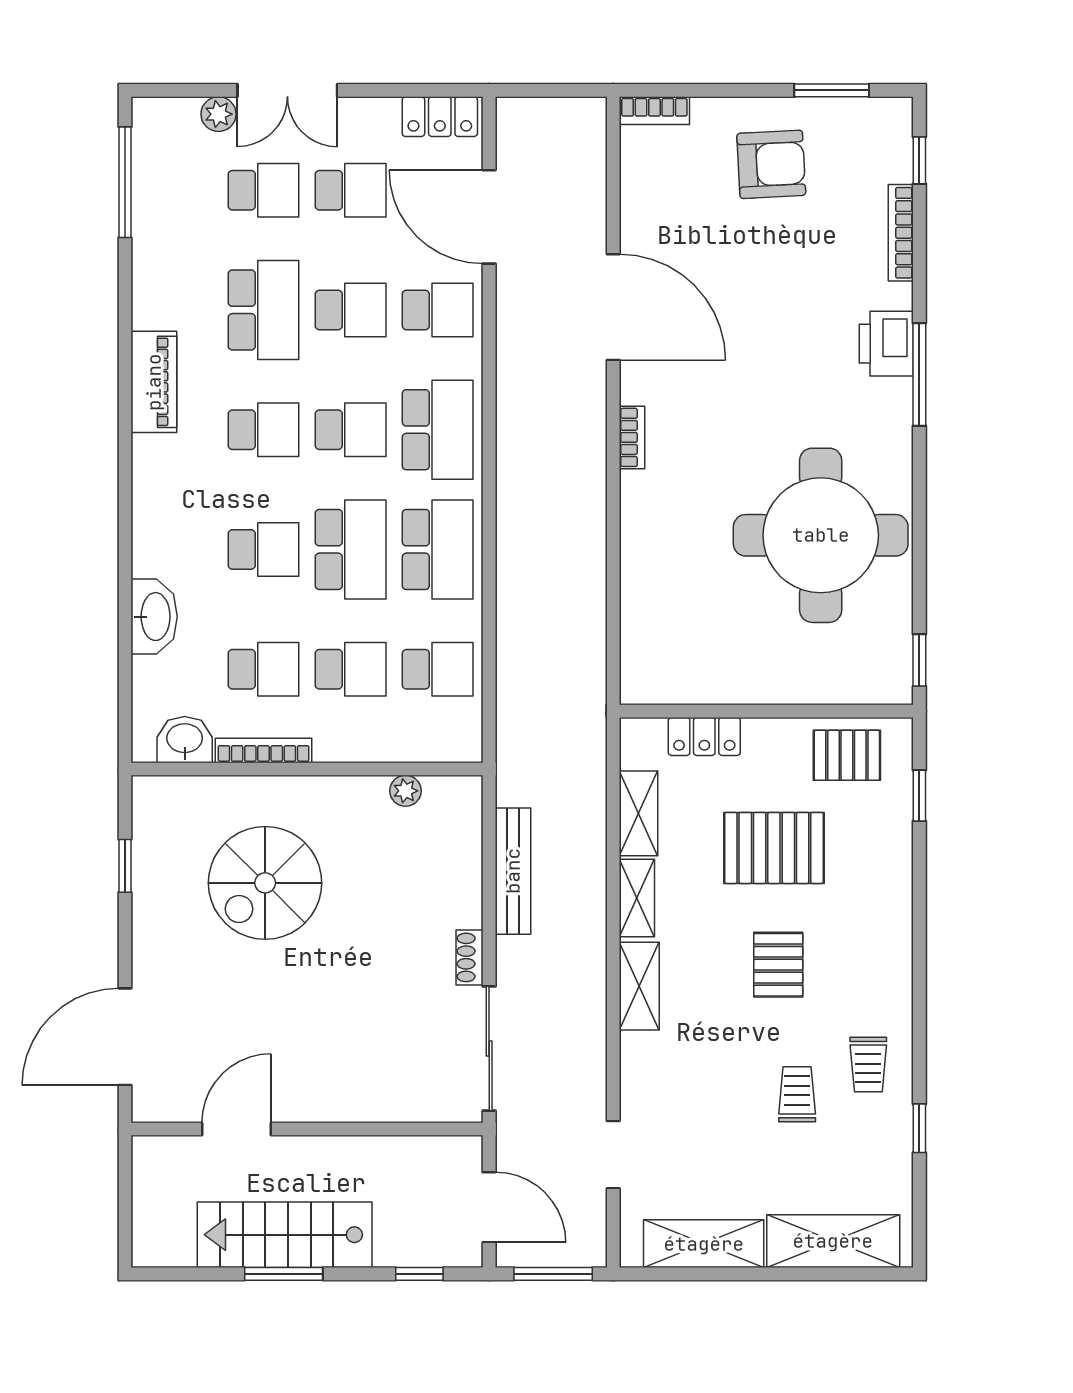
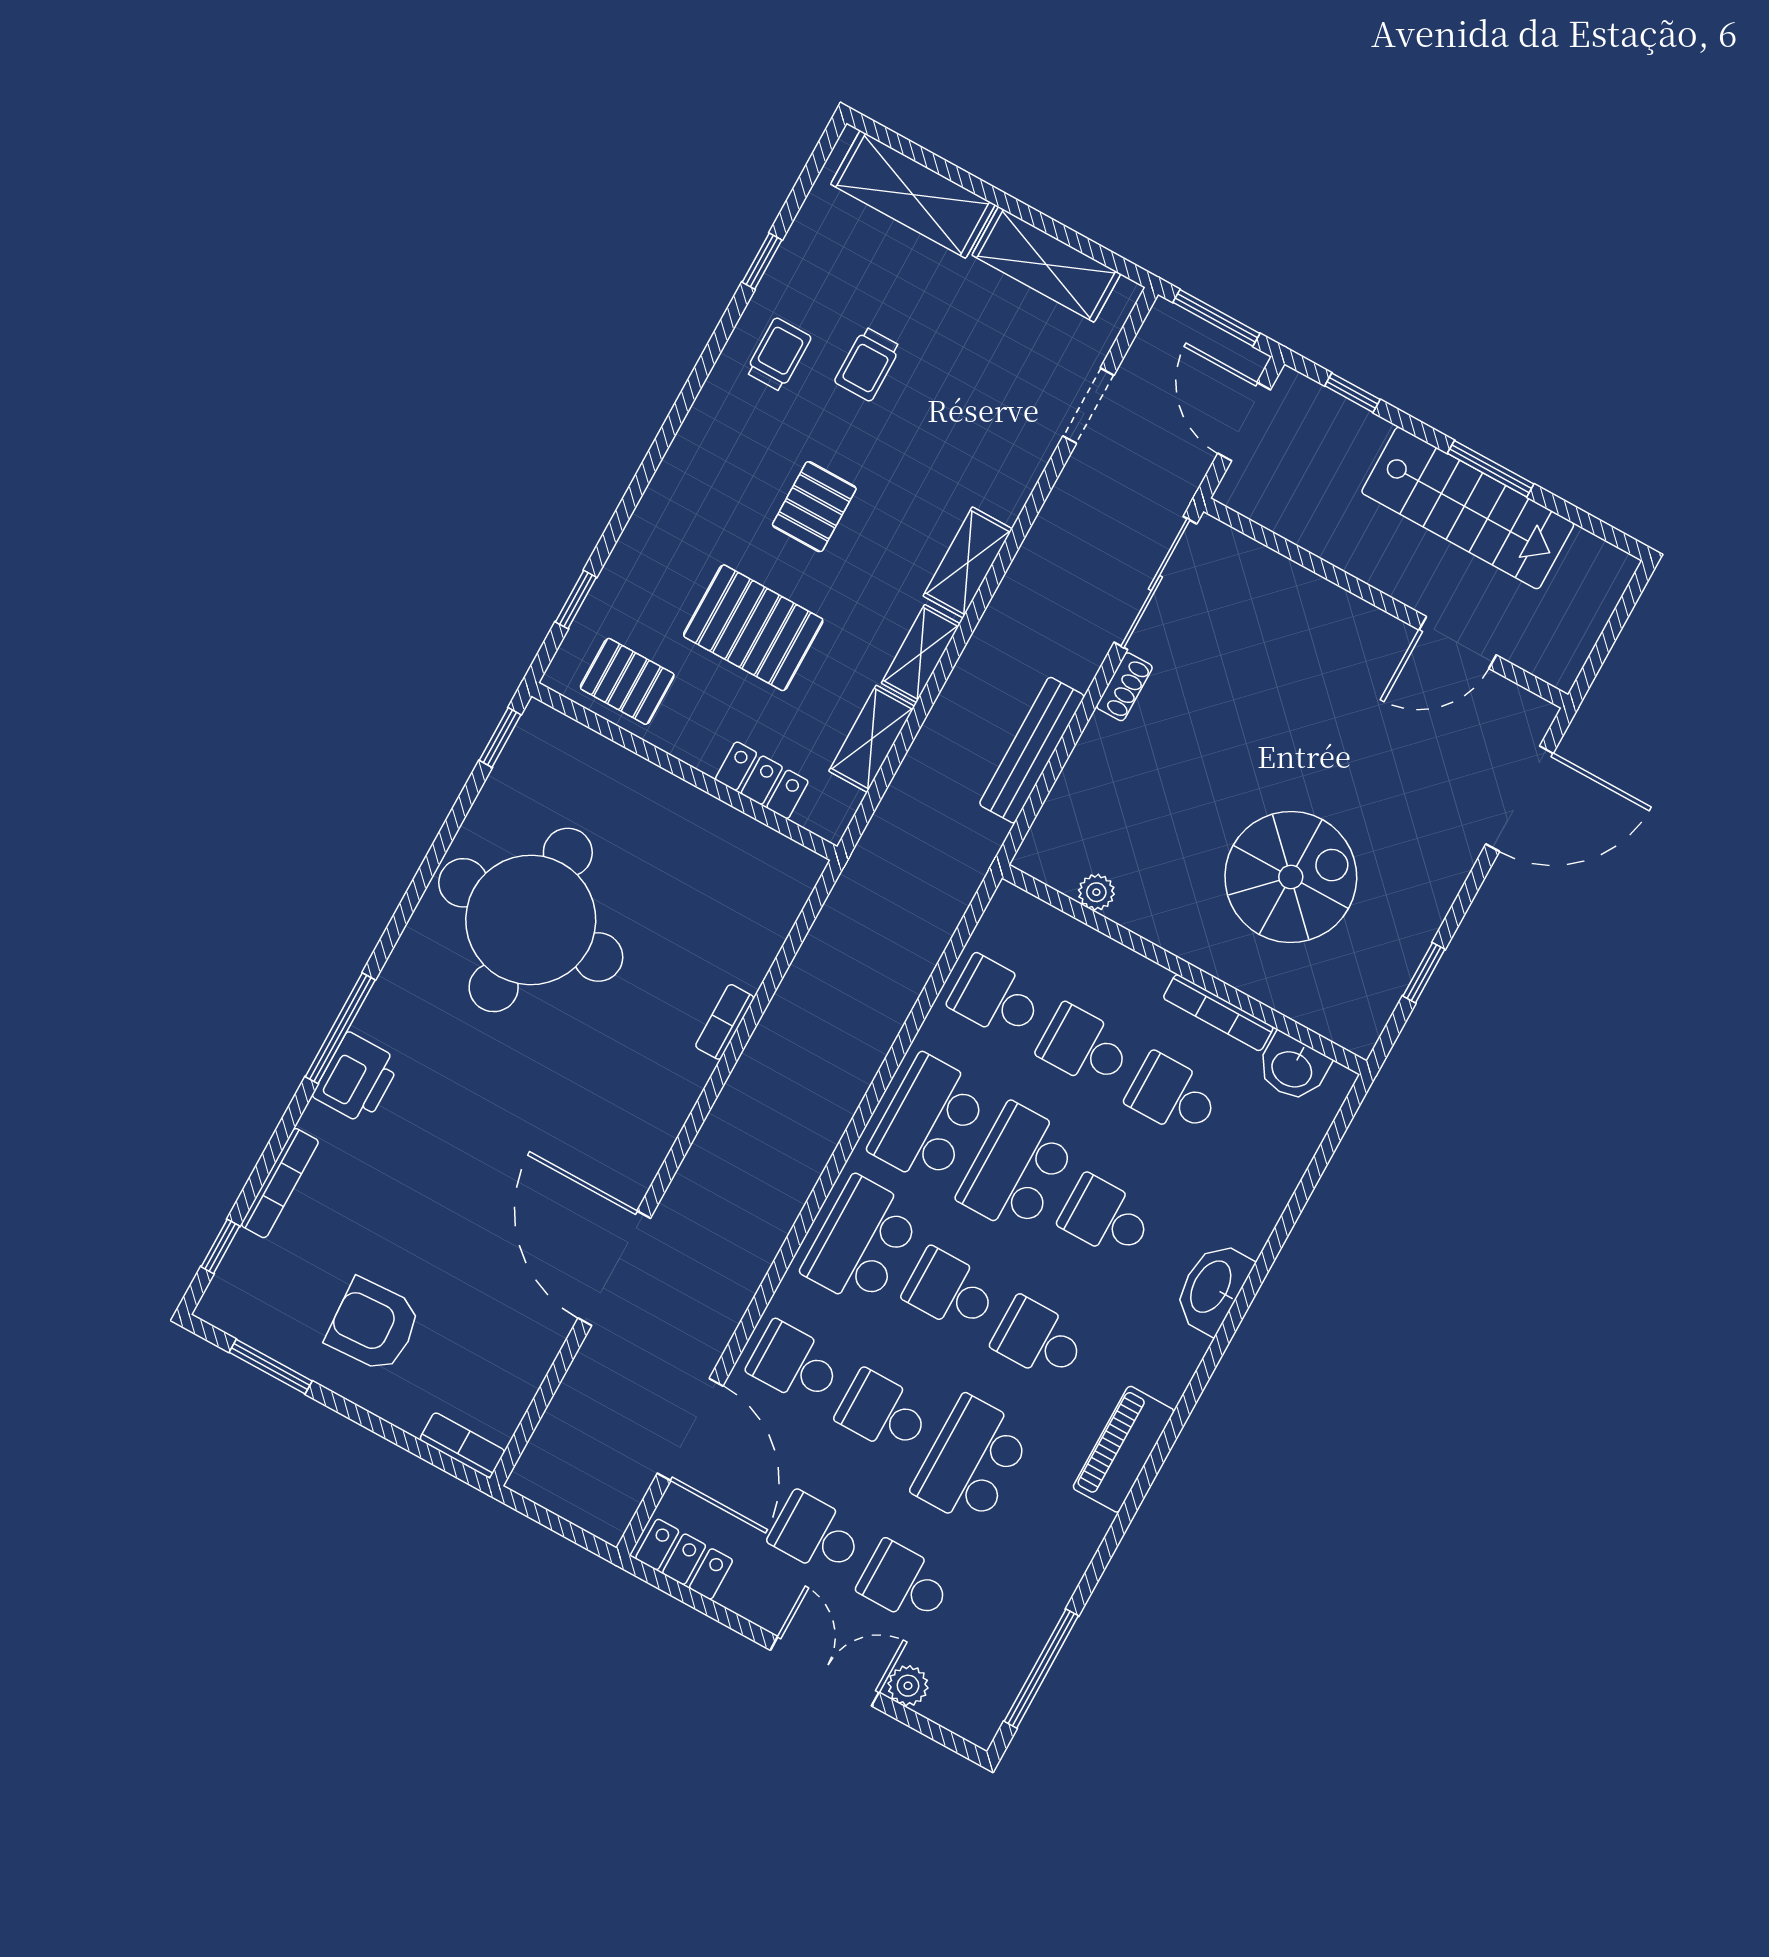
bookcase: (632, 437) -> (725, 1022), moved
washbasin: (154, 617) -> (1212, 1287), moved

